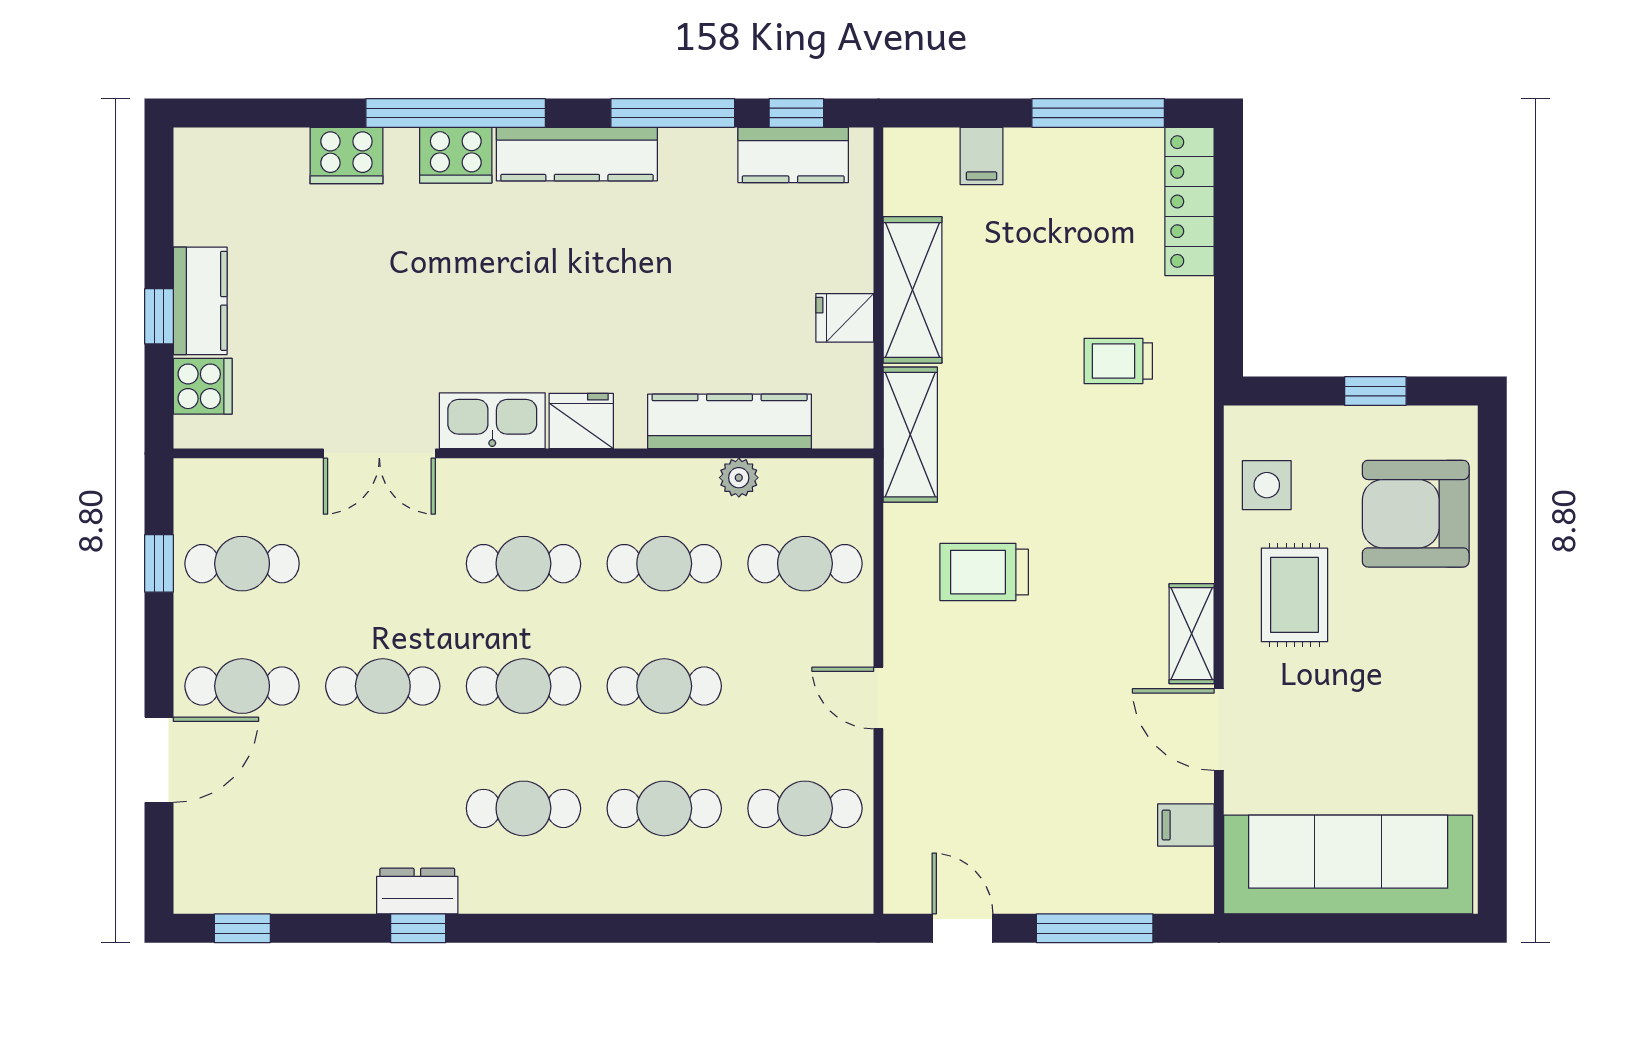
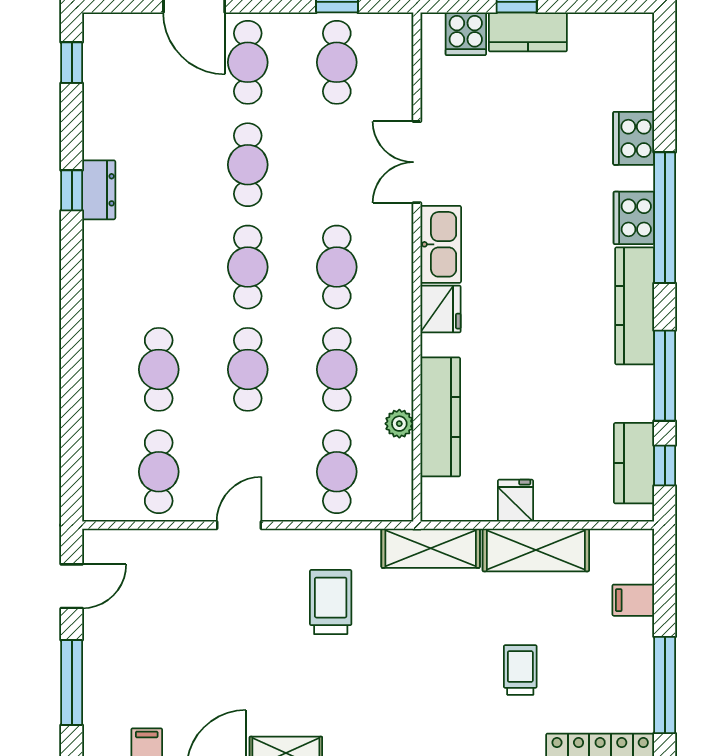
trolley: (1118, 361) -> (520, 670), moved
cafe table: (523, 808) -> (159, 267), removed

